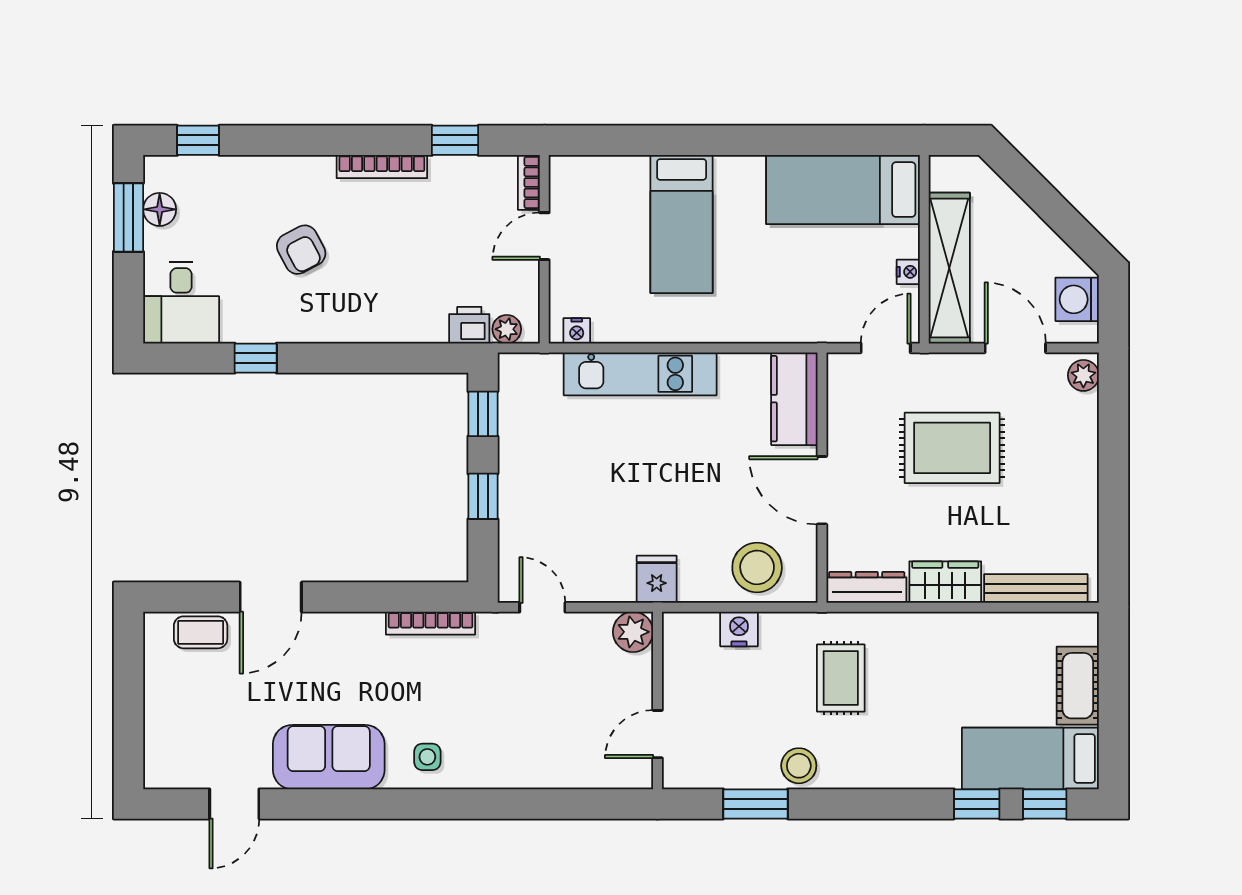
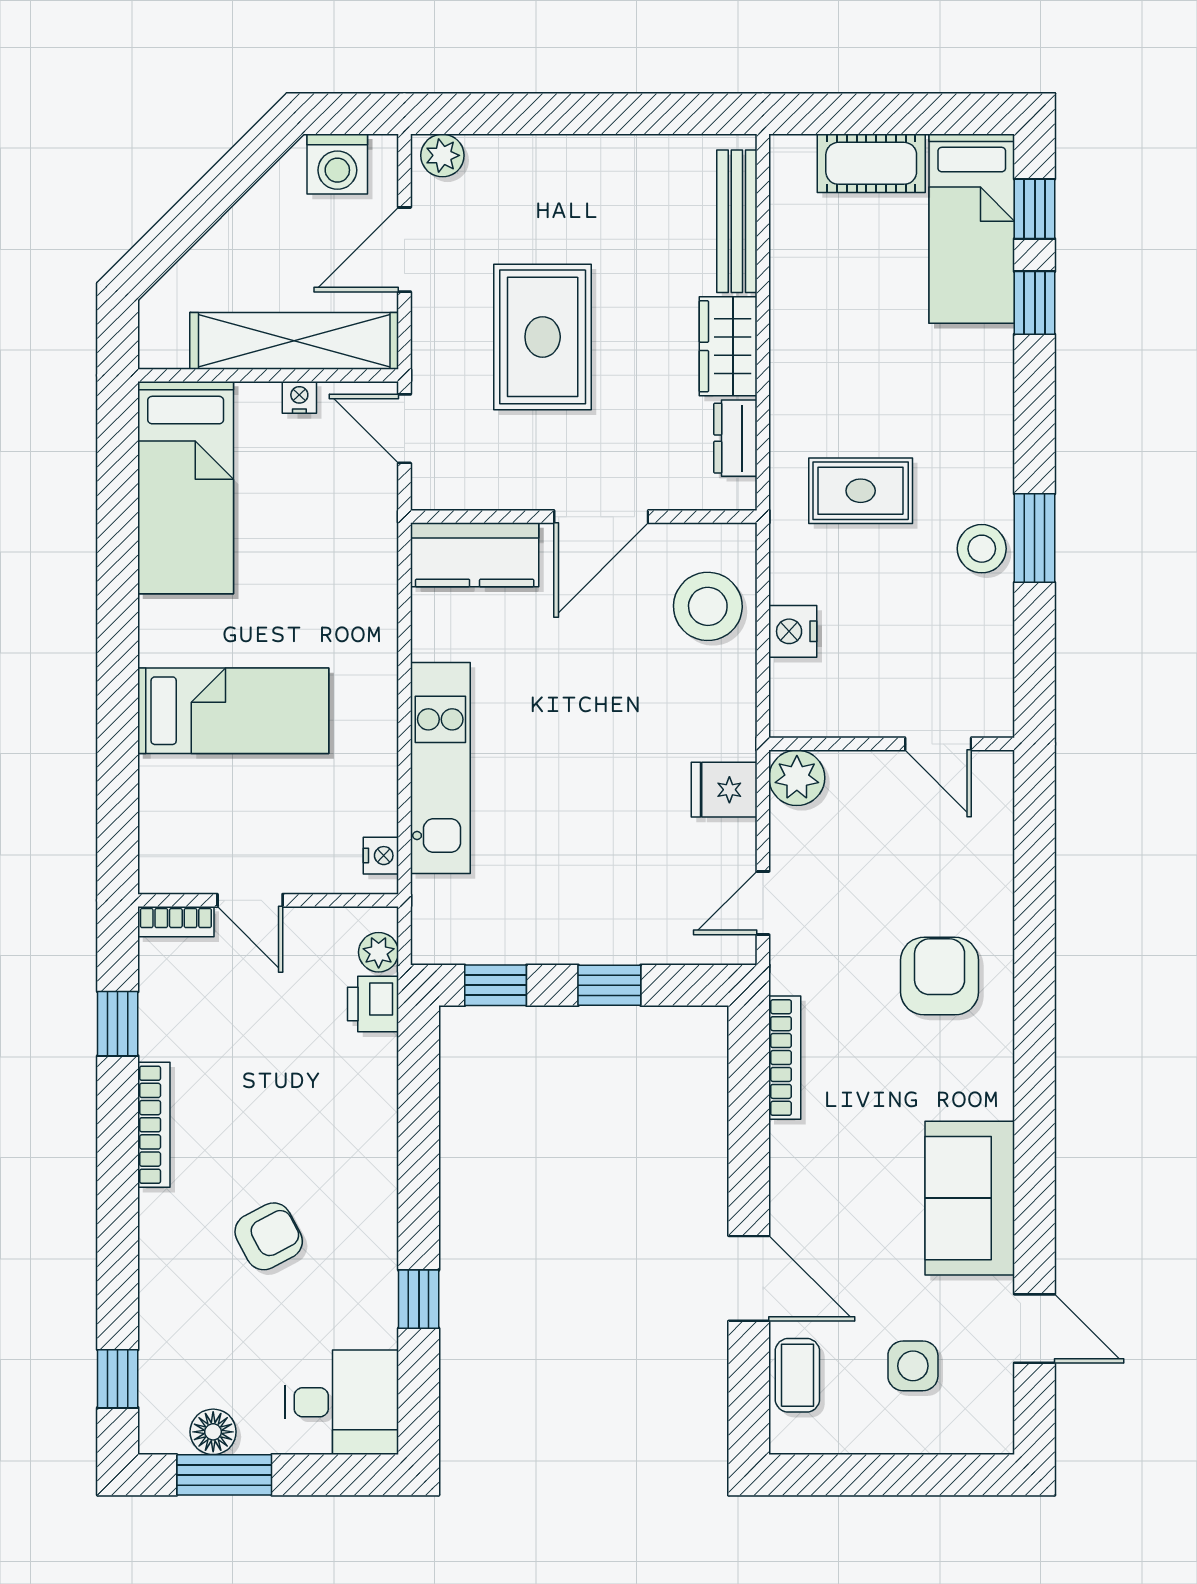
fridge: (657, 579) -> (724, 790), moved
dresser: (867, 587) -> (735, 438), width x0.70
armchair: (489, 735) -> (940, 976), added
side table: (427, 757) -> (913, 1366), moved, width x1.37, depth x1.37
window: (755, 804) -> (1035, 538), moved

